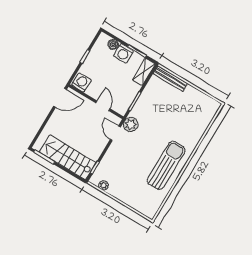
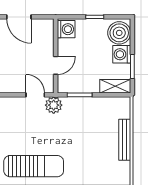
boiler: (113, 44) -> (119, 33), width x1.86, depth x1.86
bench: (170, 78) -> (125, 140), moved
door: (60, 98) -> (19, 17), moved
door: (115, 133) -> (35, 95), hinge flipped

